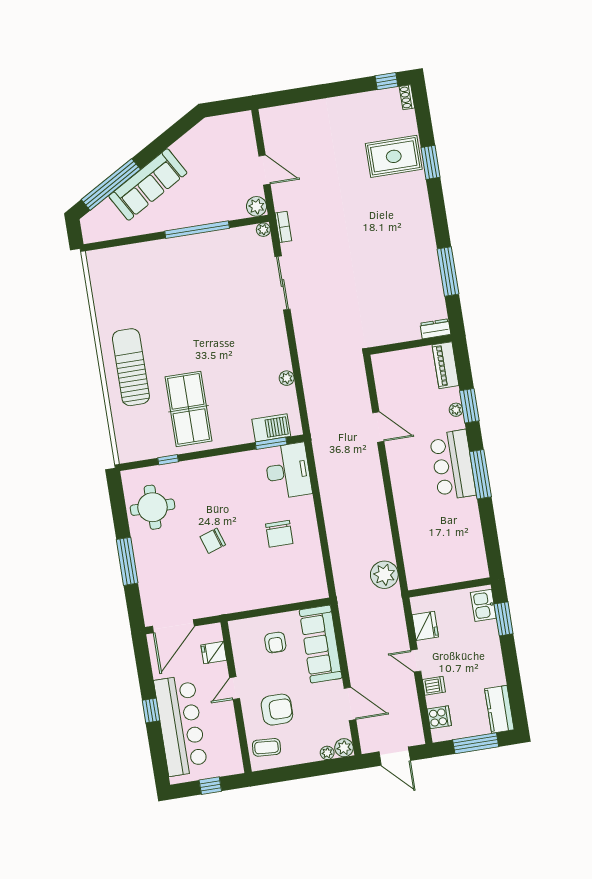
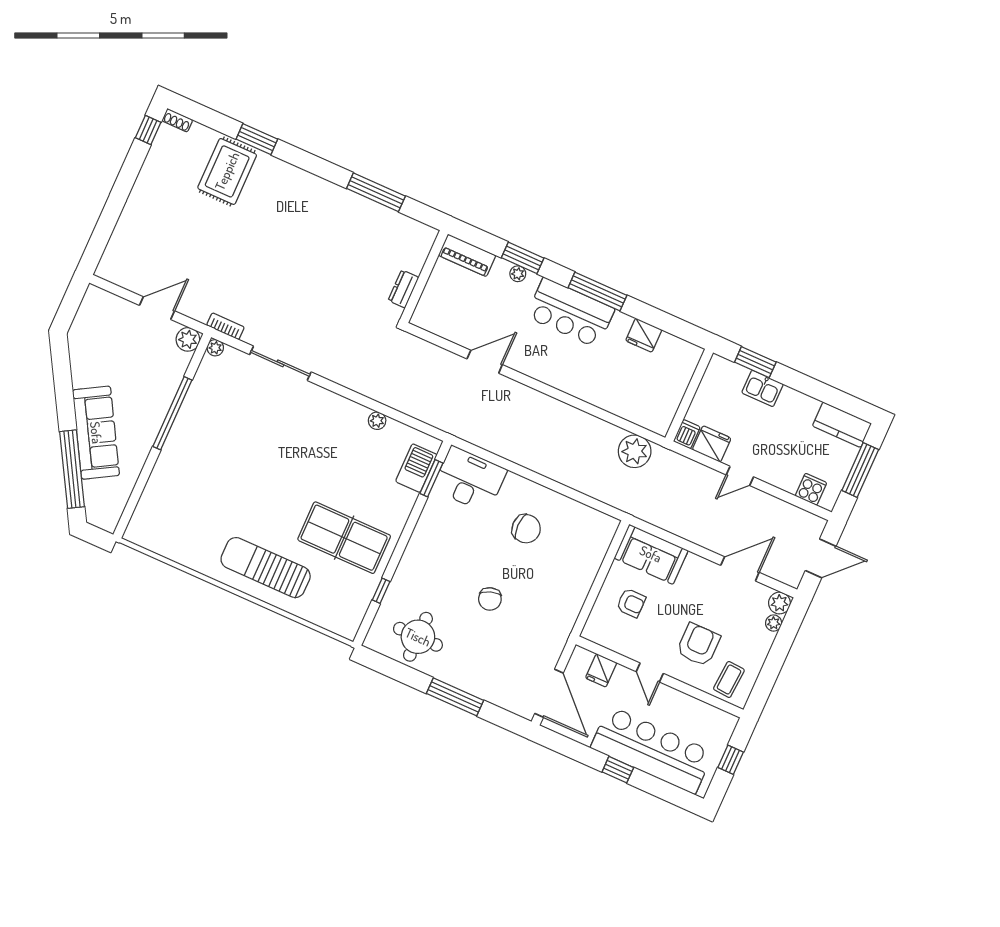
dresser: (435, 329) -> (403, 289), moved
fridge: (471, 527) -> (644, 335), added
kitchen sink: (483, 605) -> (763, 388), moved
sofa: (321, 644) -> (651, 554), width x0.73
dishwasher: (434, 686) -> (687, 434), moved

